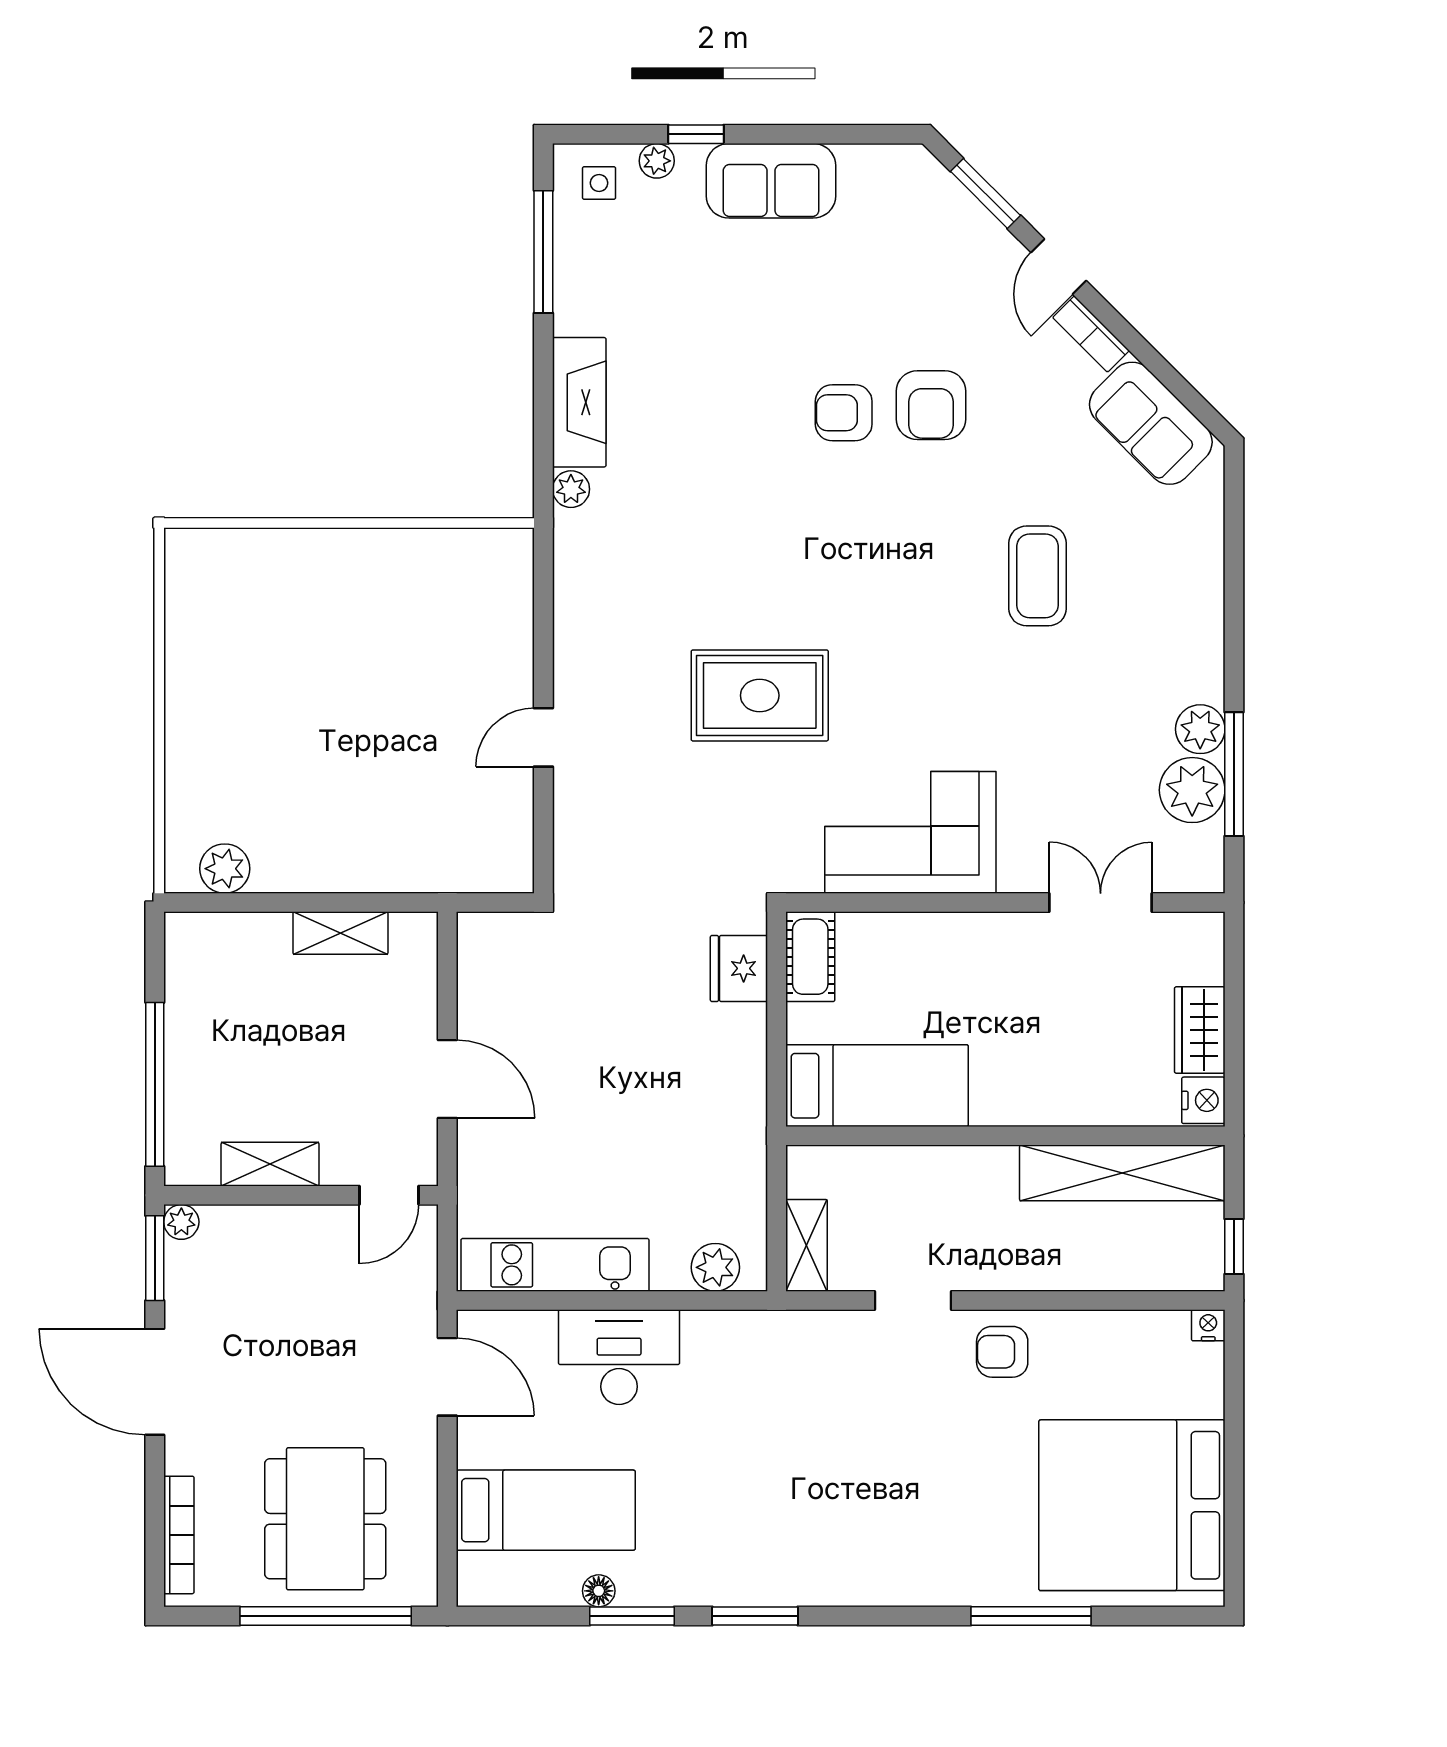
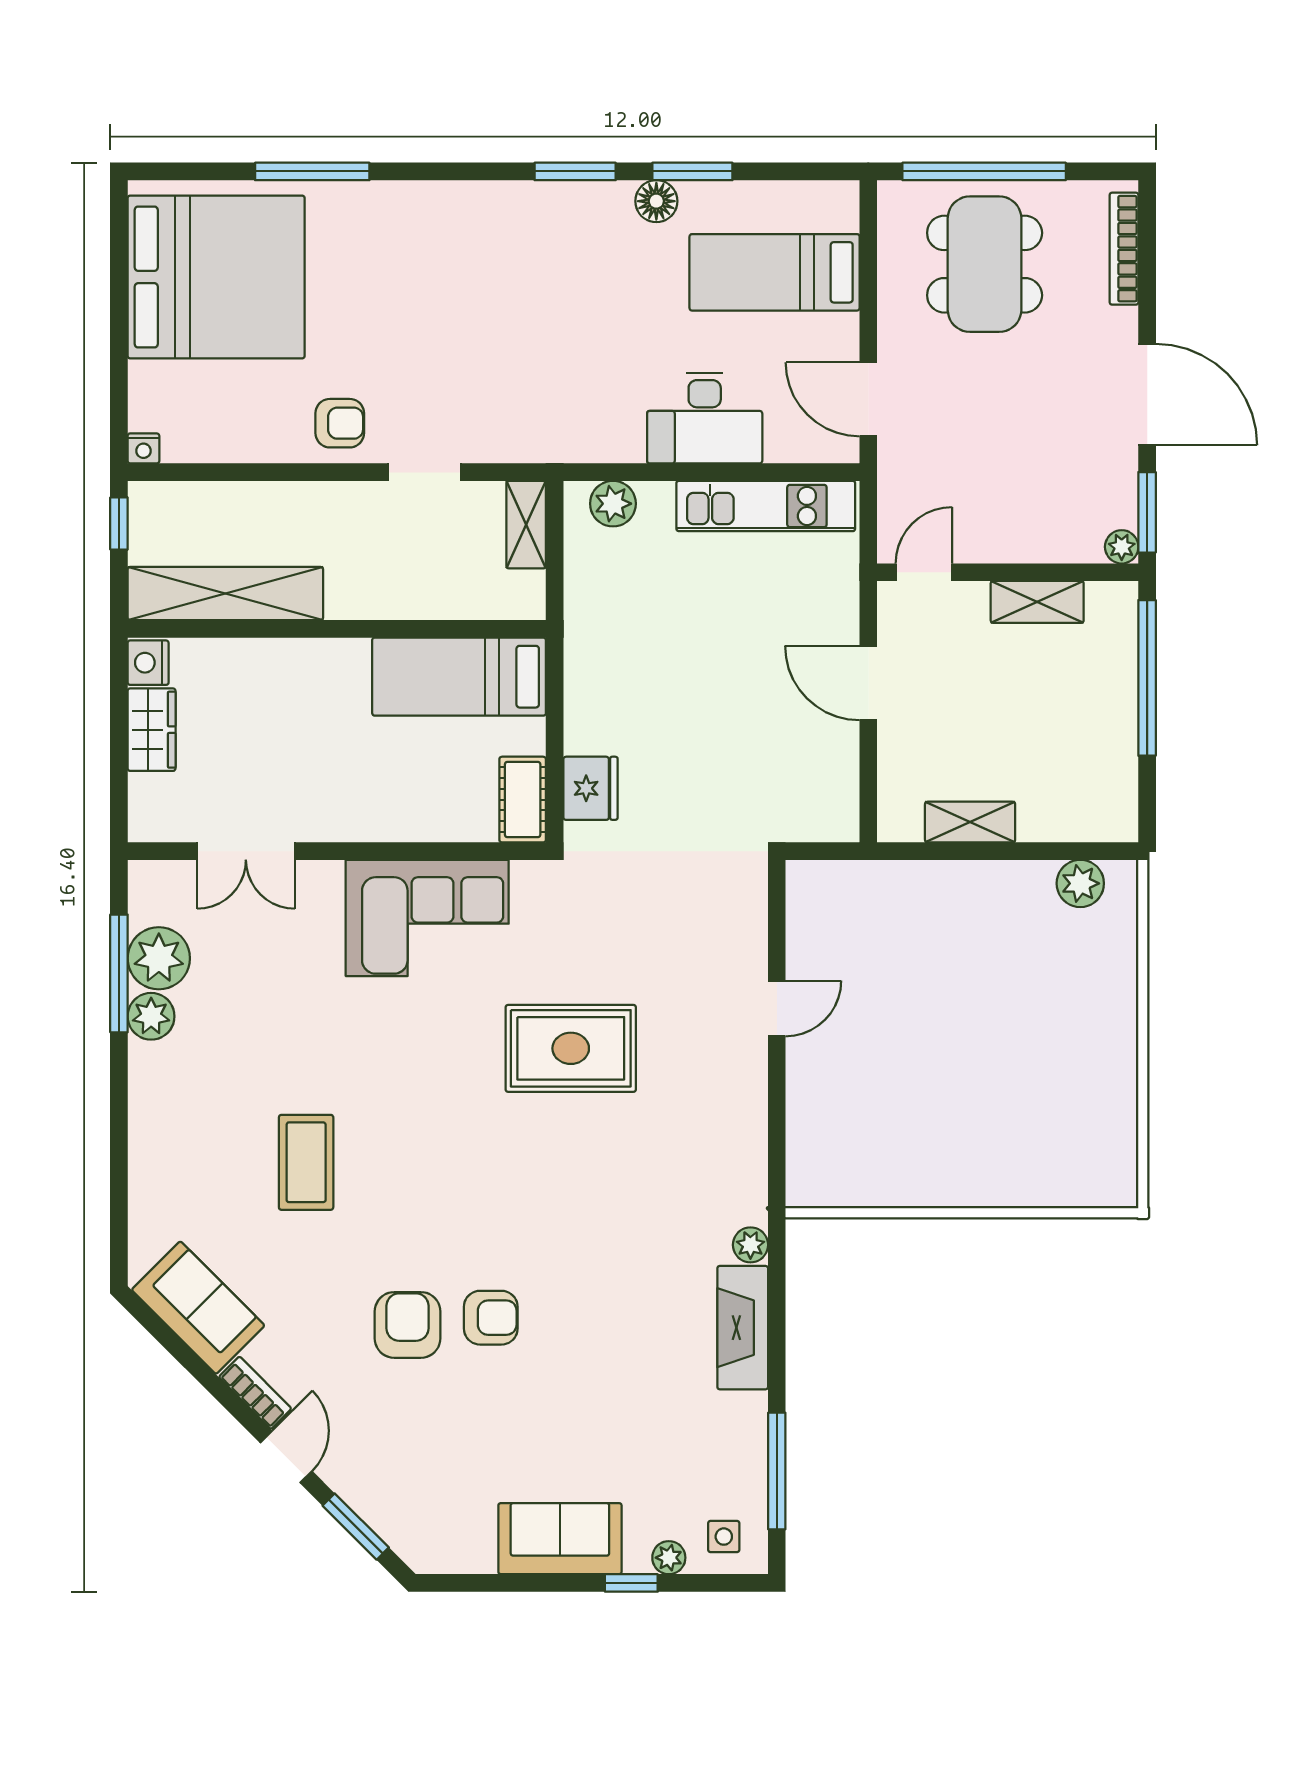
floor lamp: (599, 1591) -> (656, 201), moved, width x1.37, depth x1.37

